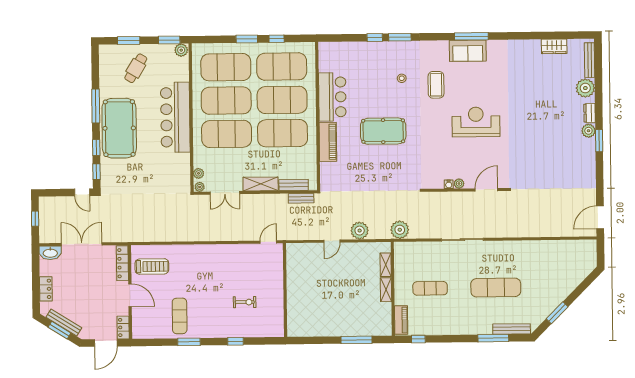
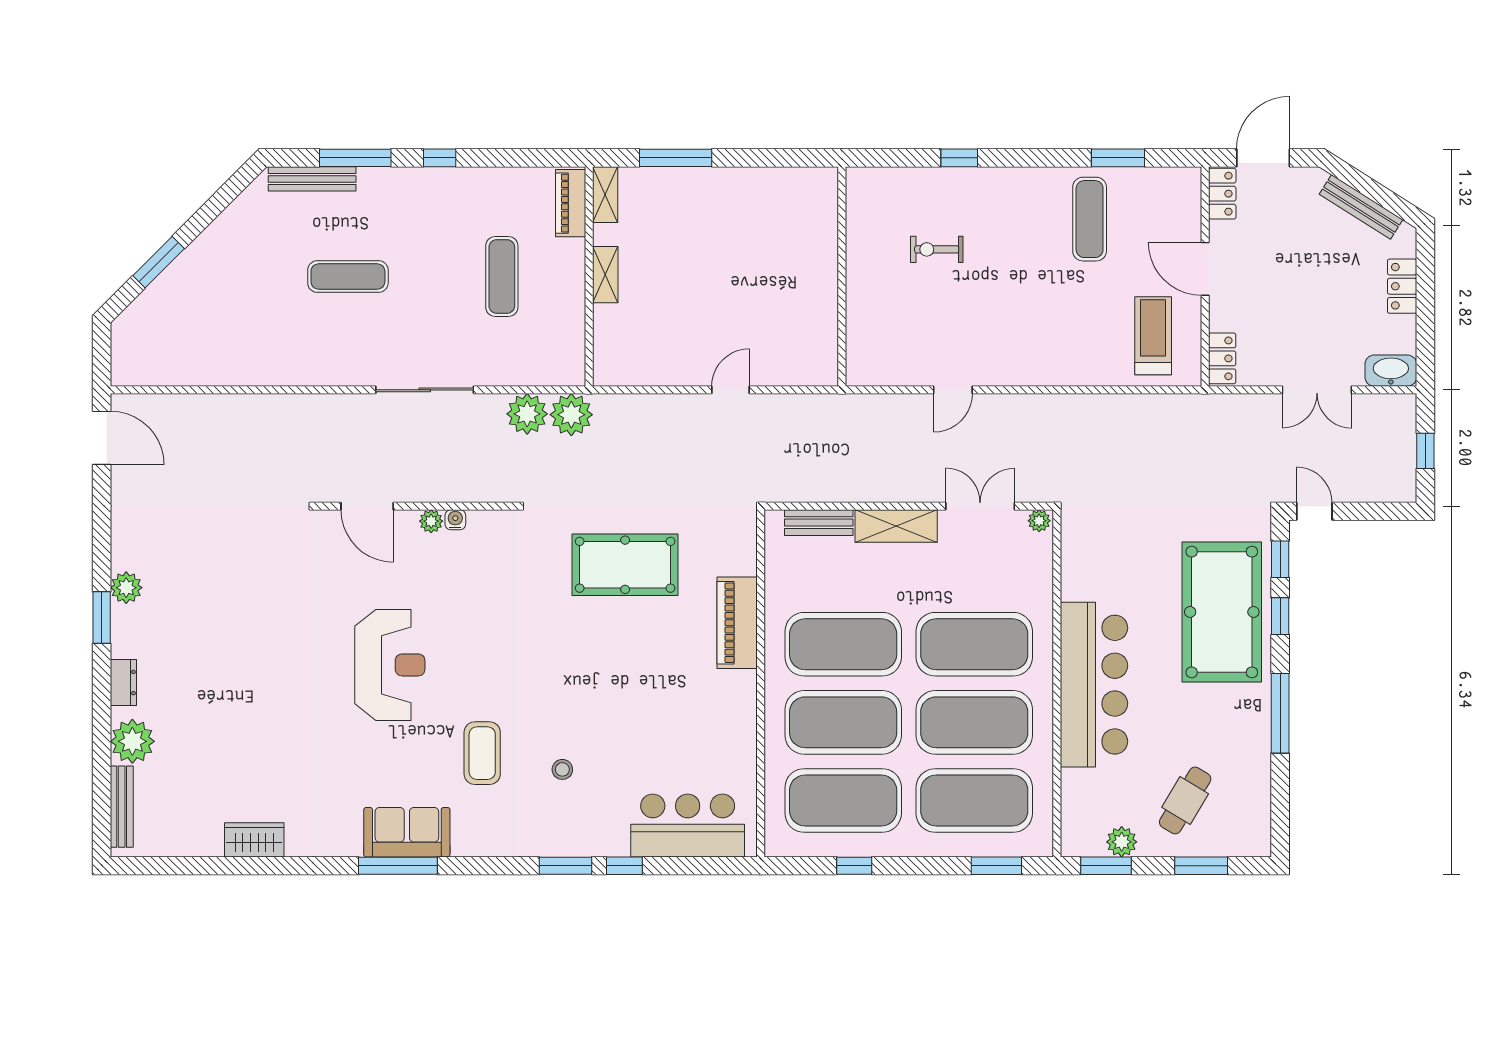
window: (247, 39) -> (996, 866), moved
wardrobe: (554, 46) -> (254, 840), moved
plant: (181, 50) -> (1122, 842), moved
bar counter: (332, 97) -> (688, 825), moved, turned 90
reception desk: (476, 122) -> (390, 665), turned -90
pool table: (119, 128) -> (1222, 612), moved
pool table: (383, 131) -> (625, 565), moved
plant: (588, 131) -> (126, 588), moved
plant: (198, 173) -> (1041, 552), removed
door: (486, 190) -> (367, 506), hinge flipped
bench: (301, 198) -> (802, 491), removed
door: (600, 217) -> (102, 438), hinge flipped
plant: (360, 231) -> (527, 414), moved
door: (268, 242) -> (953, 390), moved
double door: (82, 244) -> (1317, 390), width x0.73
locker: (122, 263) -> (1222, 358), width x0.66
shelving: (386, 265) -> (605, 195), moved
treadmill: (152, 266) -> (1153, 336), turned 90
exercise mat: (430, 288) -> (502, 277), turned 90
exercise mat: (496, 288) -> (348, 277), width x0.73, depth x0.69
window: (557, 313) -> (159, 262), moved
window: (59, 330) -> (1371, 189), removed
window: (418, 339) -> (440, 158), moved
window: (189, 342) -> (1118, 158), moved

